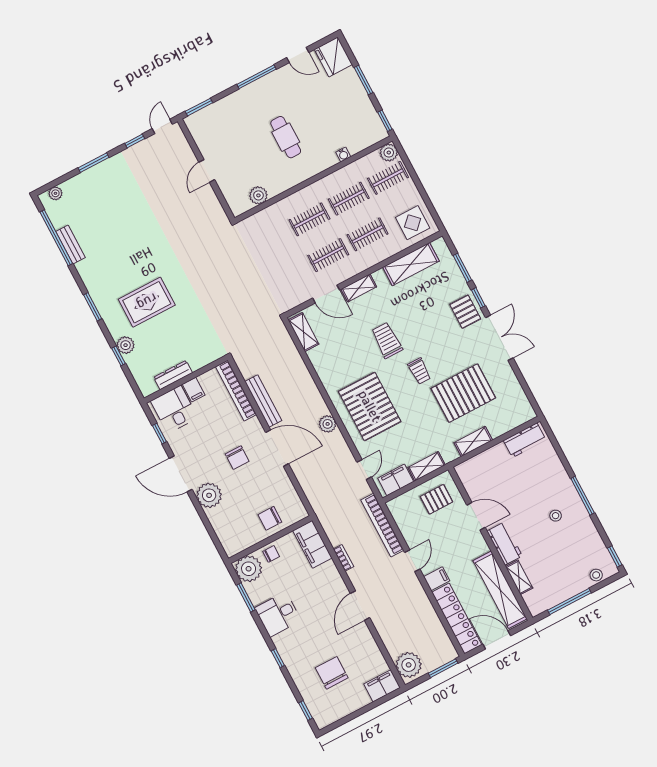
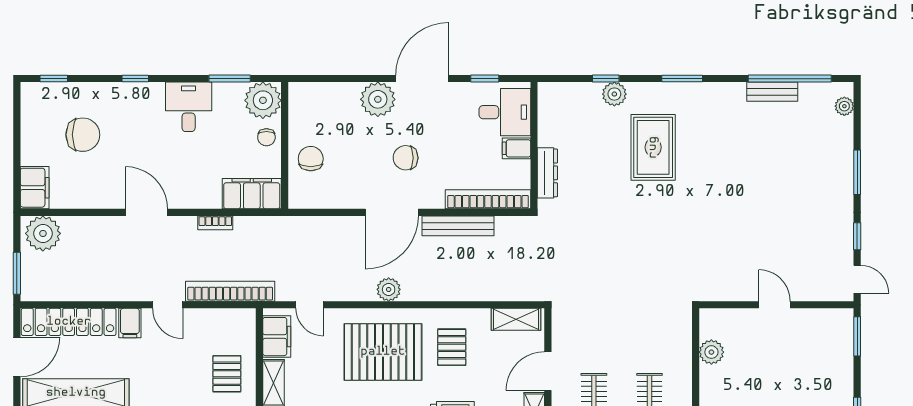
pallet: (343, 364) -> (452, 347), added
dresser: (173, 375) -> (547, 173), moved

